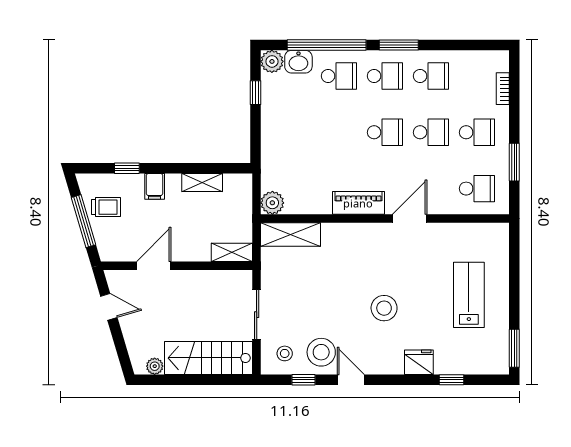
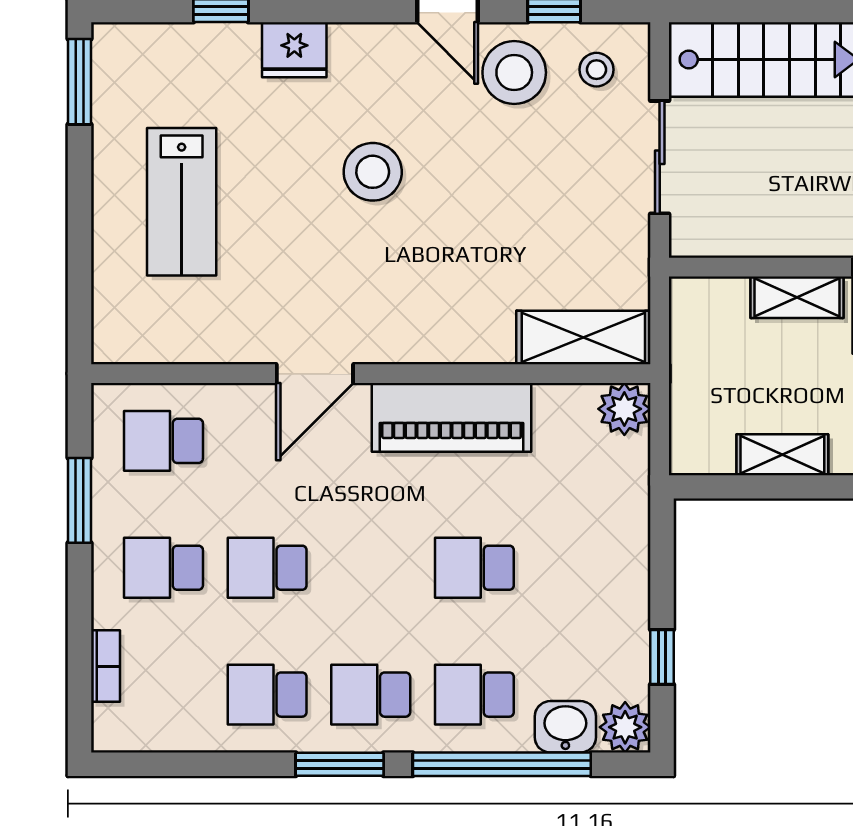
school desk: (385, 132) -> (474, 568), moved
piano: (358, 203) -> (452, 417), width x1.37, depth x1.33
shelving: (232, 252) -> (797, 297), moved

